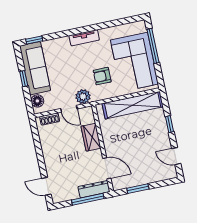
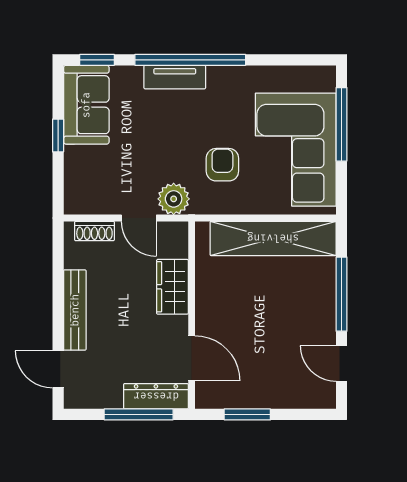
window: (77, 31) -> (190, 60), added
tv unit: (84, 38) -> (175, 77), moved
sofa: (35, 68) -> (86, 105), width x0.73
armchair: (102, 76) -> (222, 165), turned 90
floor lamp: (37, 101) -> (77, 188), removed
window: (170, 124) -> (341, 294), width x2.17
bench: (48, 157) -> (75, 310), added

